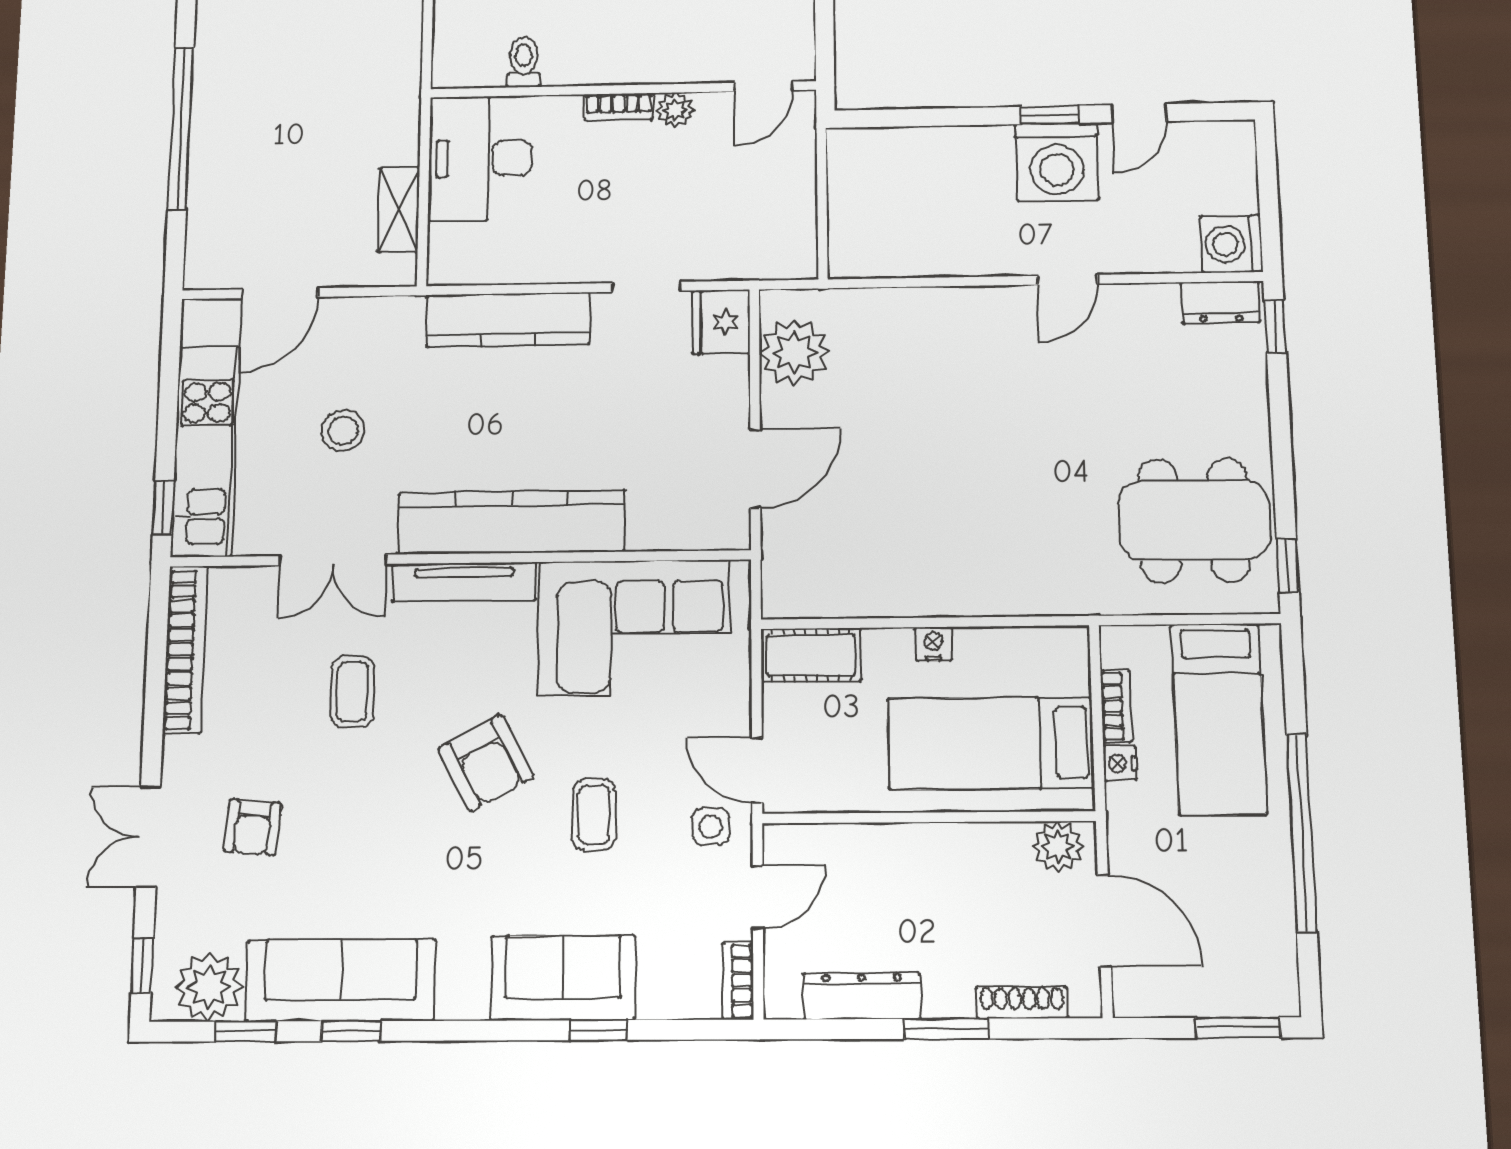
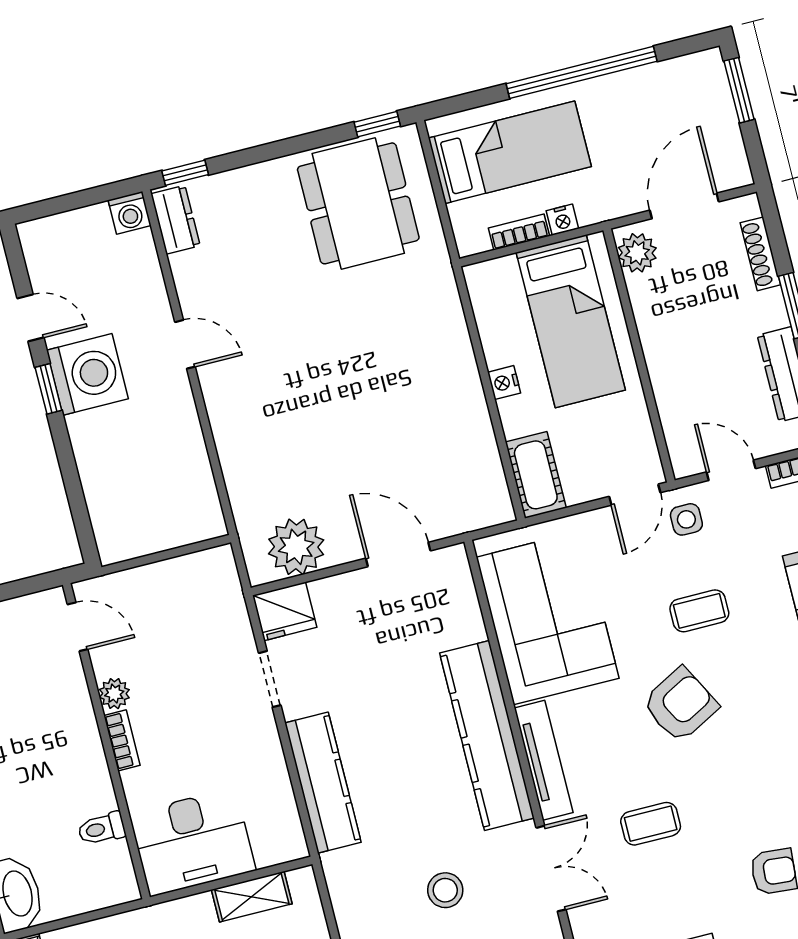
washing machine: (1231, 244) -> (130, 213), width x0.73, depth x0.73

